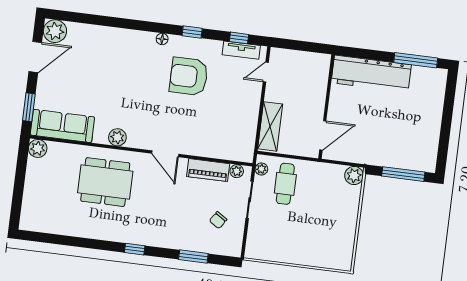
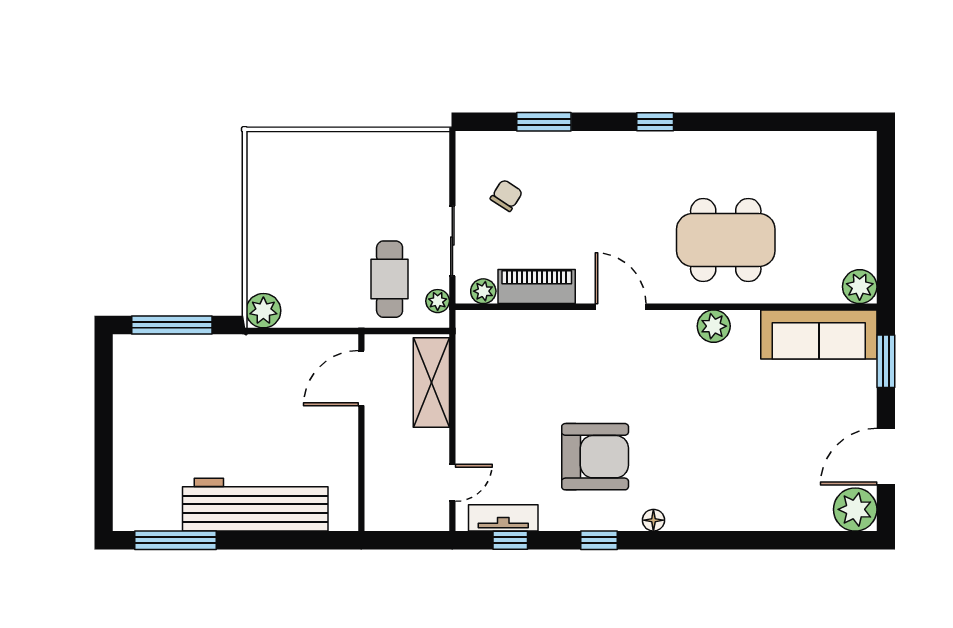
wall: (326, 107) -> (361, 433), moved
door: (323, 135) -> (361, 378), moved

